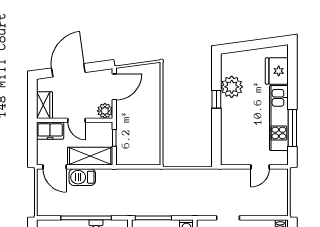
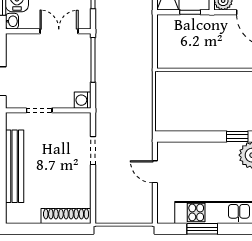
window: (292, 128) -> (202, 229), width x0.69
door: (260, 167) -> (155, 172), moved

